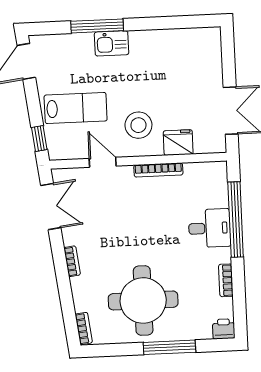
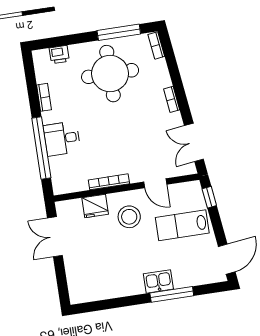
printer: (224, 329) -> (59, 55), moved
window: (169, 347) -> (119, 32), moved

